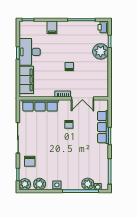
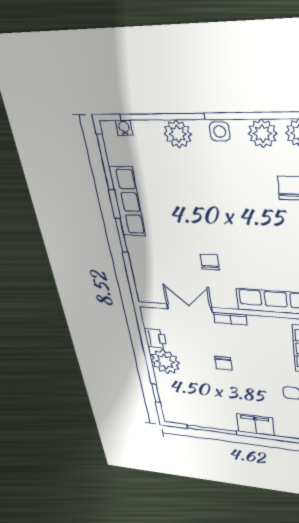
filing cabinet: (52, 27) -> (255, 425), width x2.00
printer: (103, 27) -> (156, 339), moved
plant: (101, 51) -> (165, 362), moved
row of seats: (103, 127) -> (128, 202), moved
plant: (88, 184) -> (178, 134), moved

